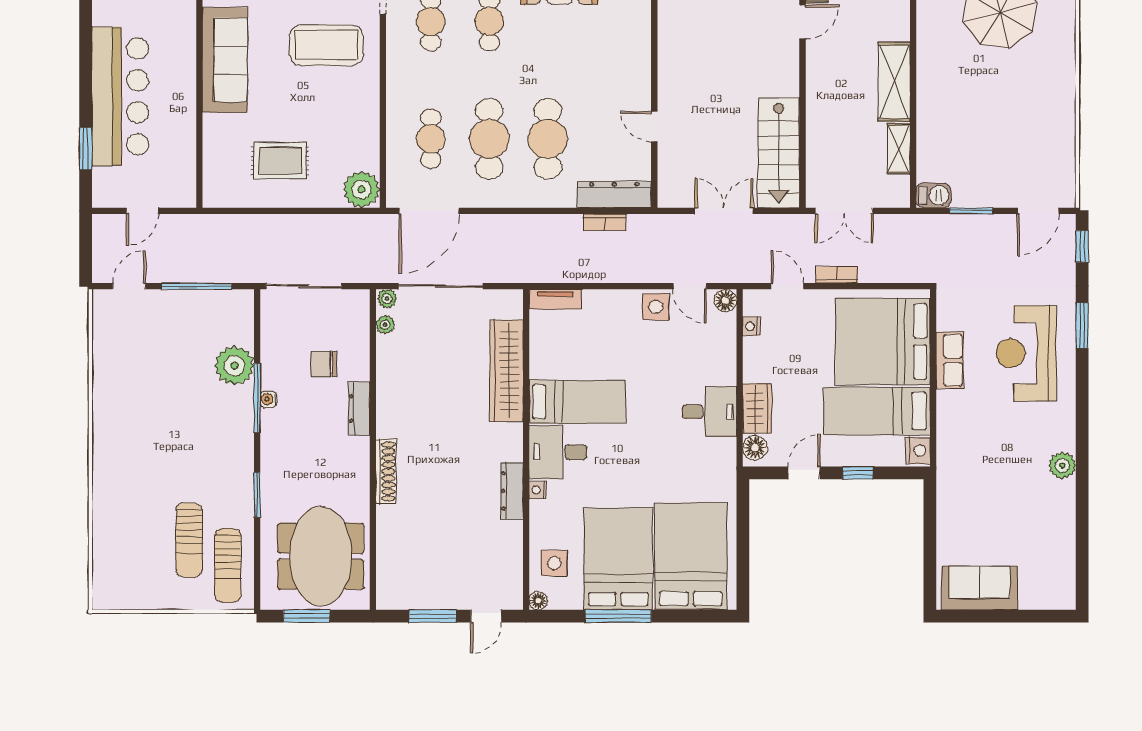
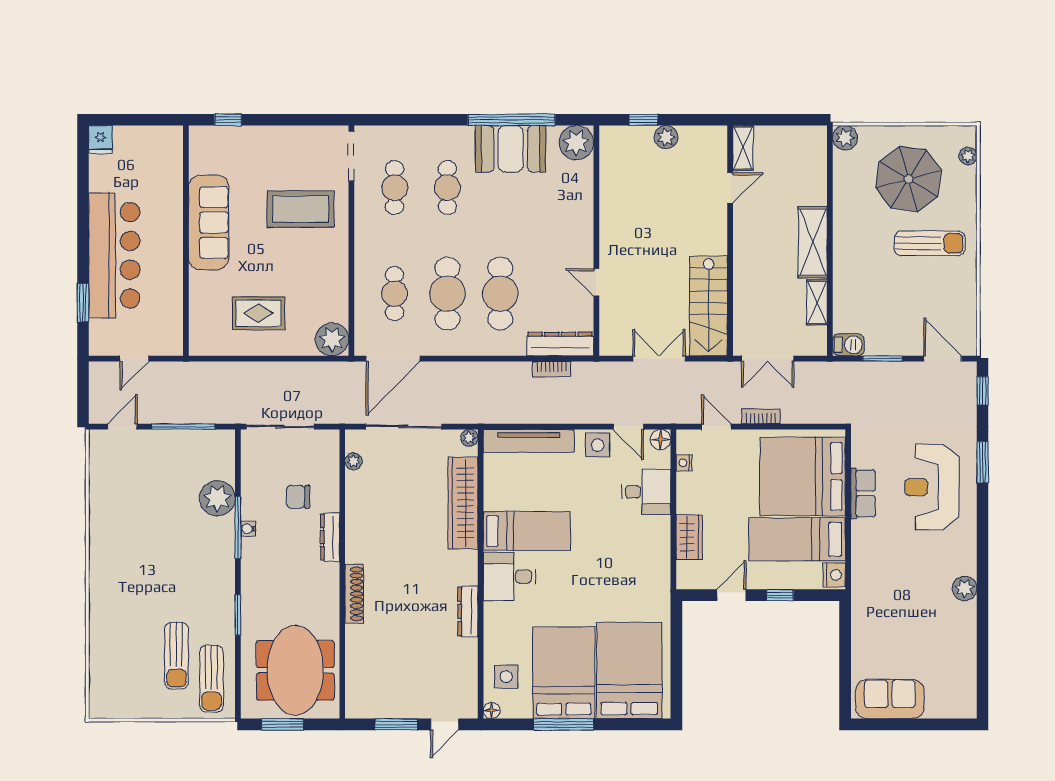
sun lounger: (1024, 83) -> (930, 243), added
door: (1038, 211) -> (943, 359), swing flipped
plant: (387, 299) -> (469, 438), moved
tv unit: (555, 299) -> (529, 441), width x1.92, depth x1.29
desk: (710, 412) -> (646, 492), moved
floor lamp: (755, 448) -> (687, 572), removed
nightstand: (537, 490) -> (491, 611), removed

